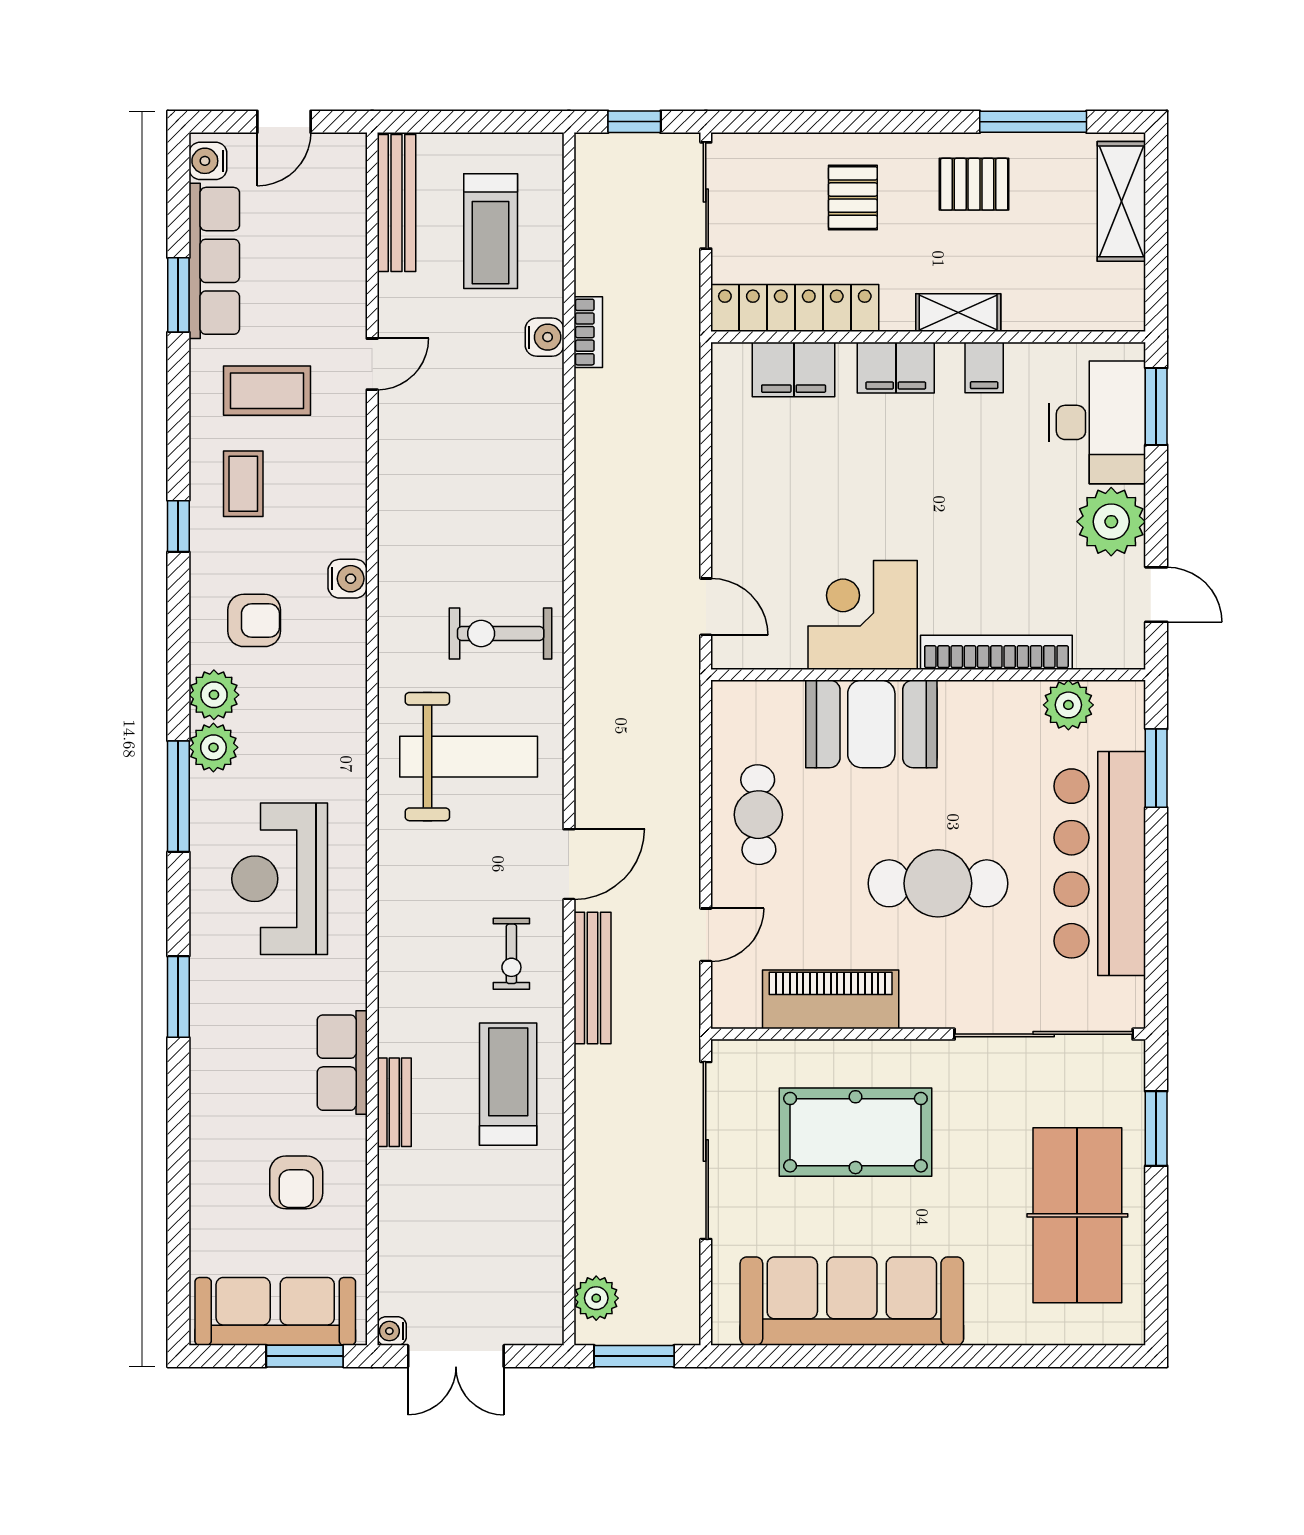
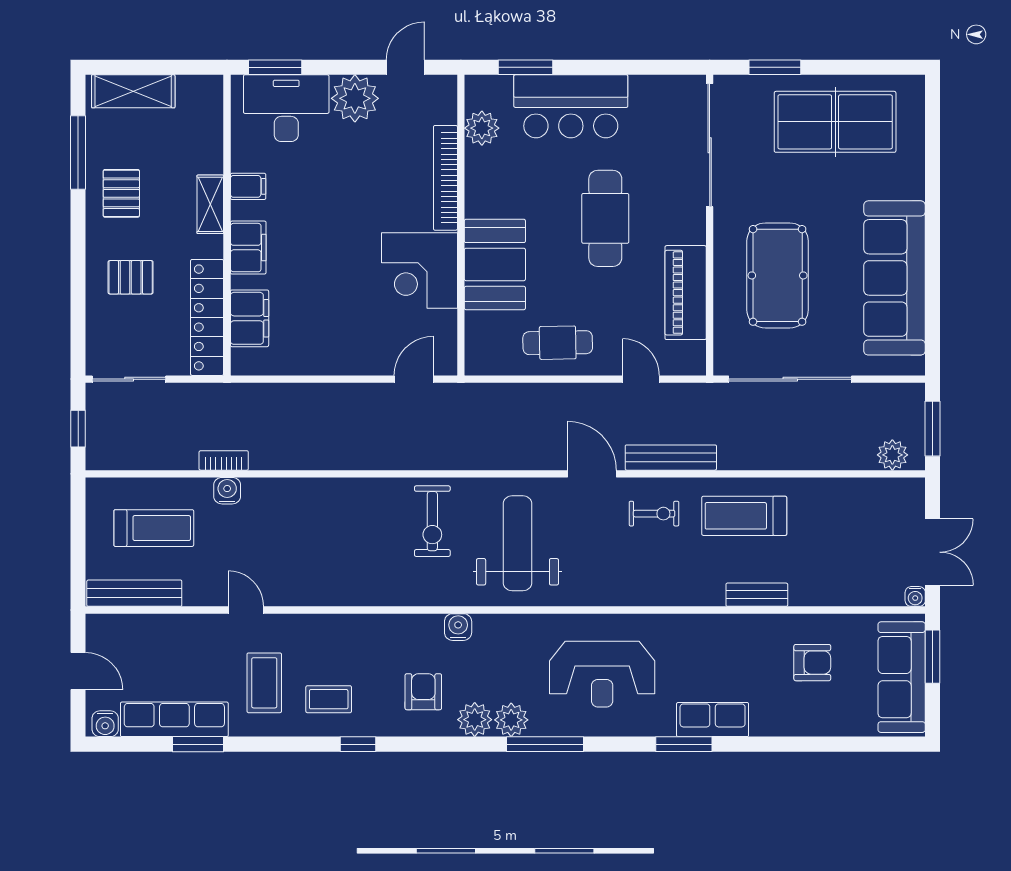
water cooler: (348, 579) -> (458, 627), moved
bar counter: (1100, 863) -> (571, 106), width x0.73
row of seats: (342, 1063) -> (713, 720), moved, turned 180

